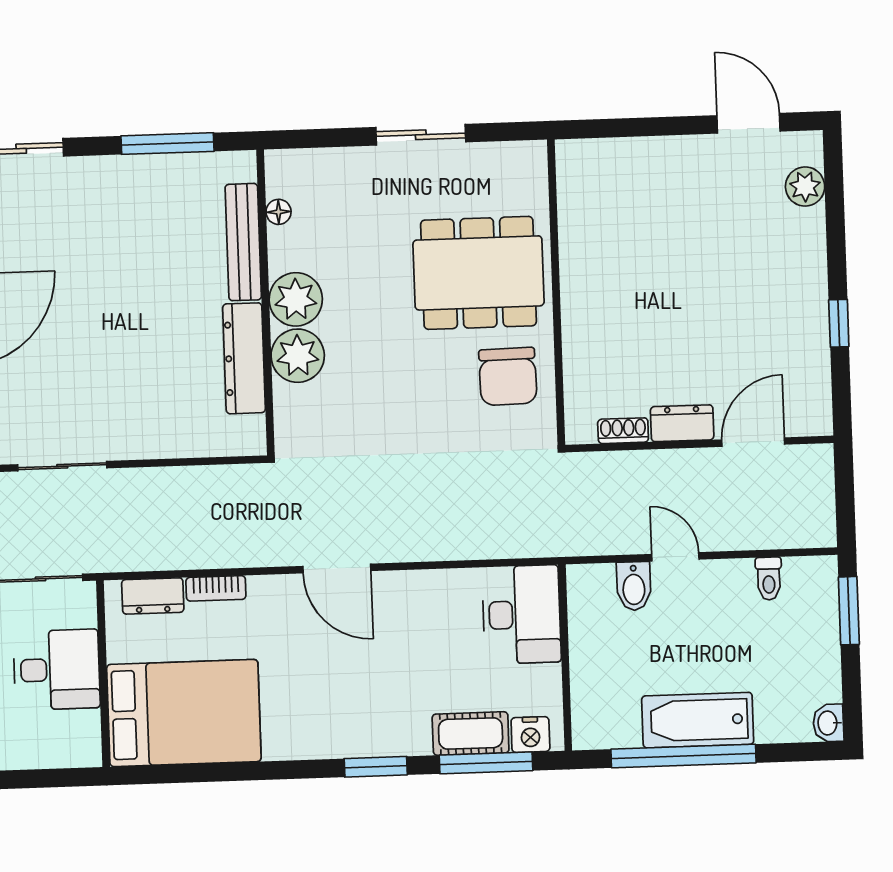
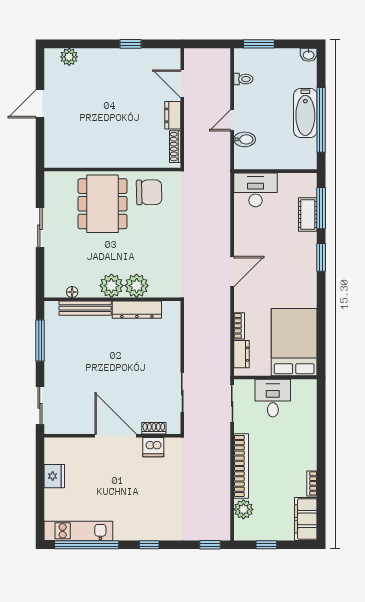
door: (748, 123) -> (40, 104), moved
shoe rack: (623, 431) -> (175, 147), width x1.43
nightstand: (530, 735) -> (309, 188), removed

